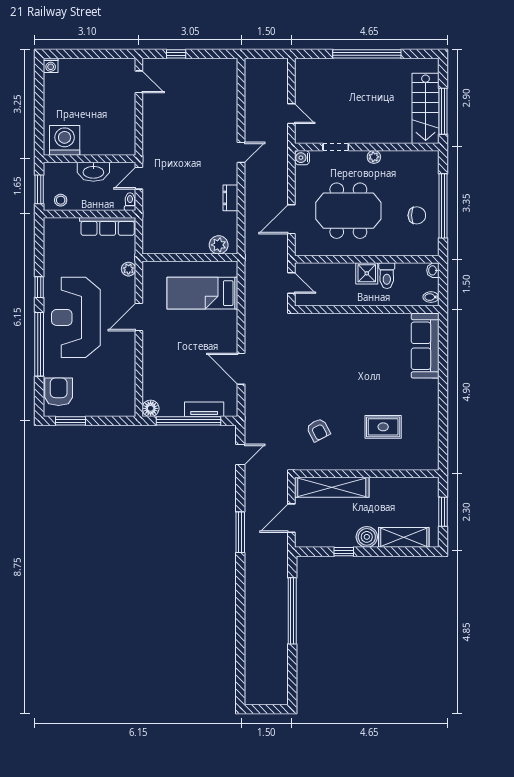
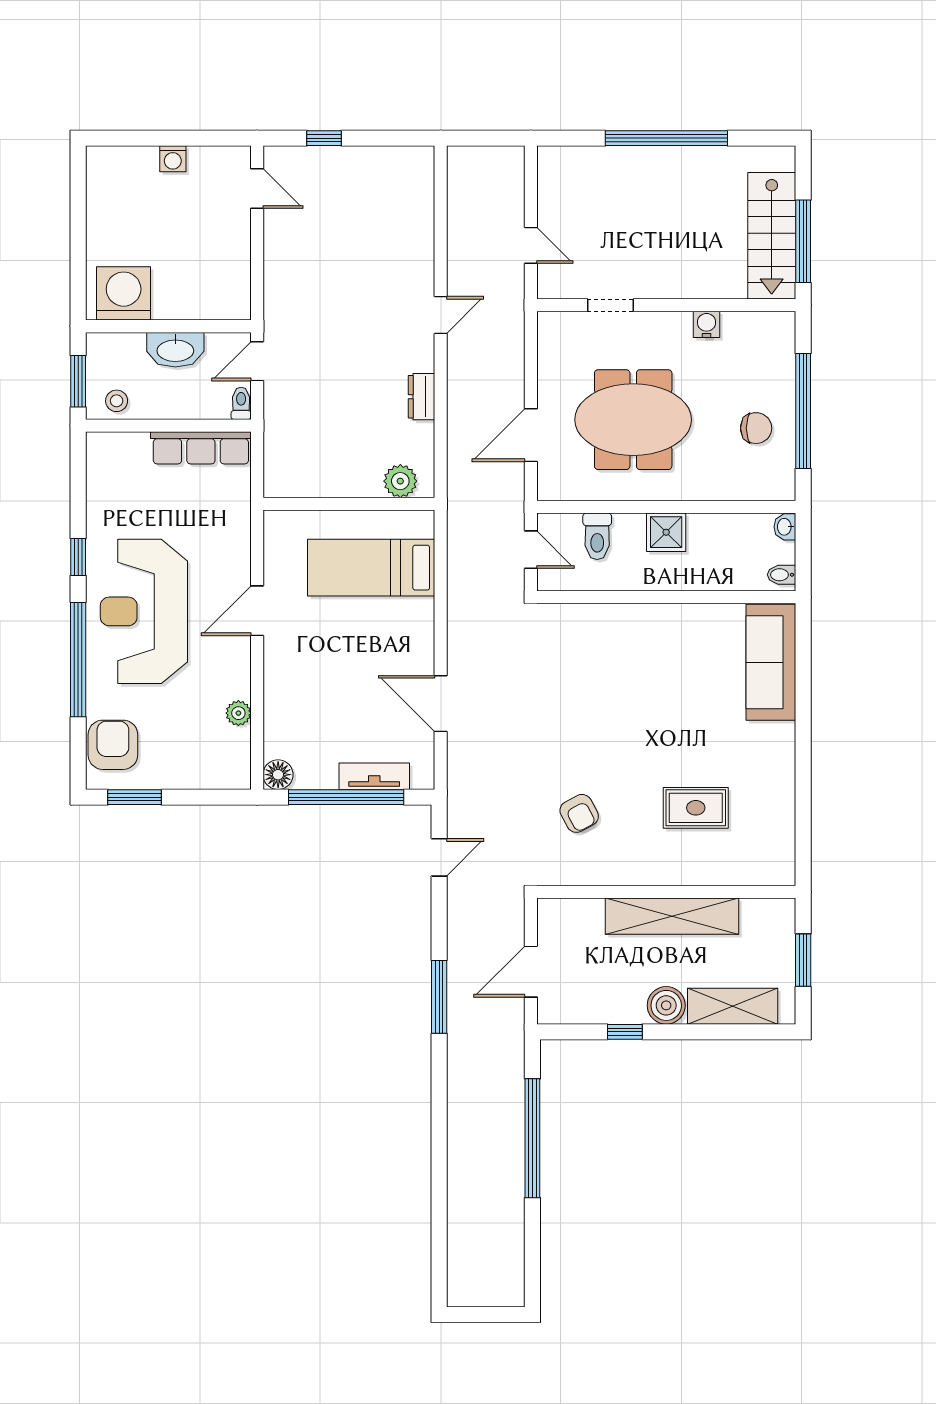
washing machine: (51, 65) -> (173, 159), moved
plant: (374, 157) -> (679, 323), removed
water cooler: (302, 158) -> (707, 324), moved, turned 90
plant: (128, 269) -> (238, 713), moved
toilet: (387, 276) -> (597, 536), moved
shelving: (332, 487) -> (672, 916), moved

